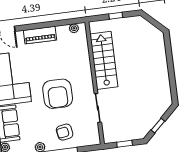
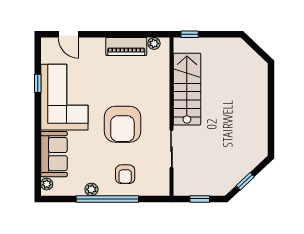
window: (116, 16) -> (190, 34), moved
piano: (40, 35) -> (126, 47), moved
armchair: (65, 132) -> (125, 174), turned -81

